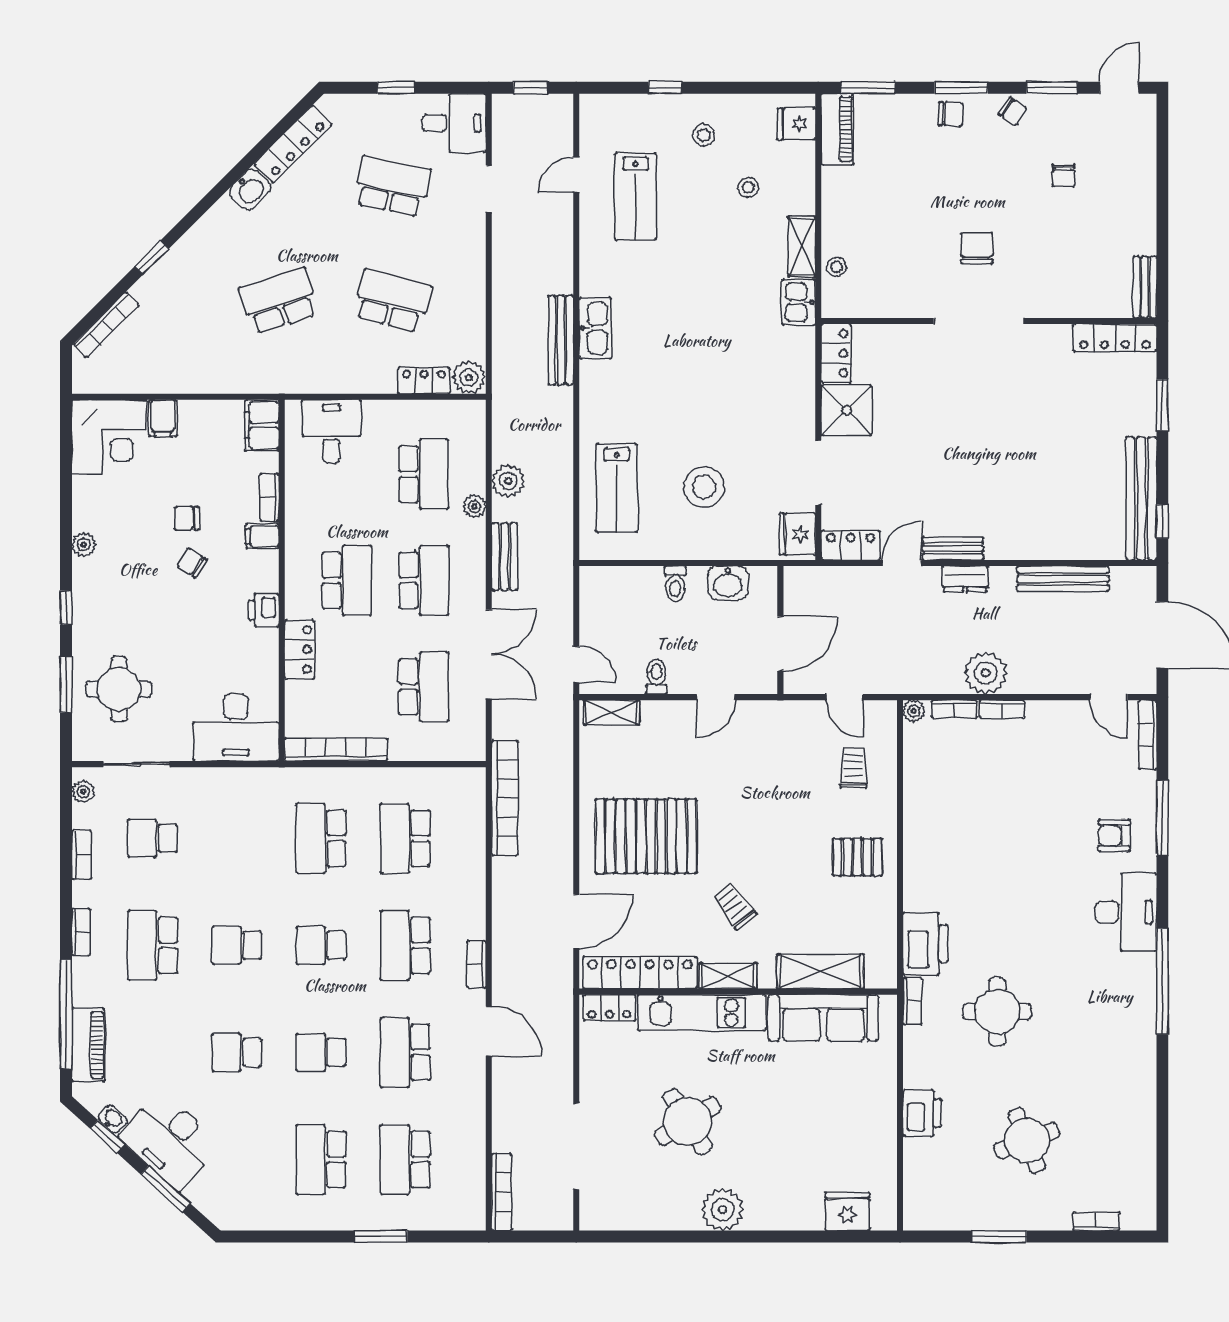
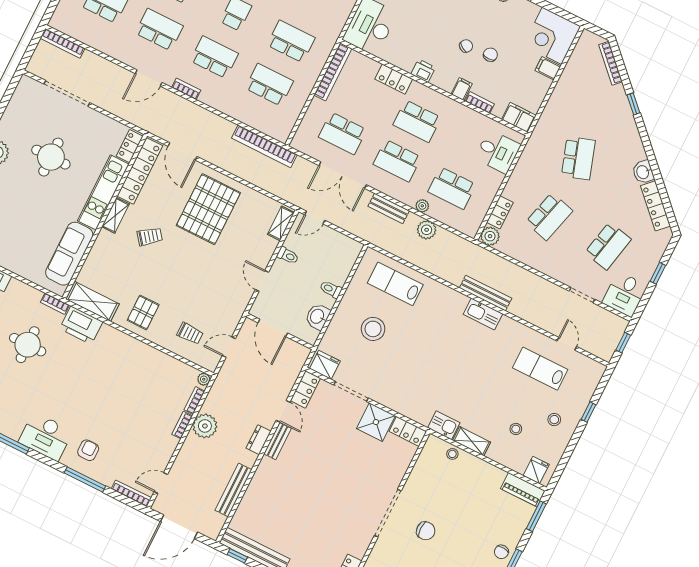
shelving: (820, 971) -> (93, 302), moved, turned 90
round table: (688, 1121) -> (51, 157), turned 32

